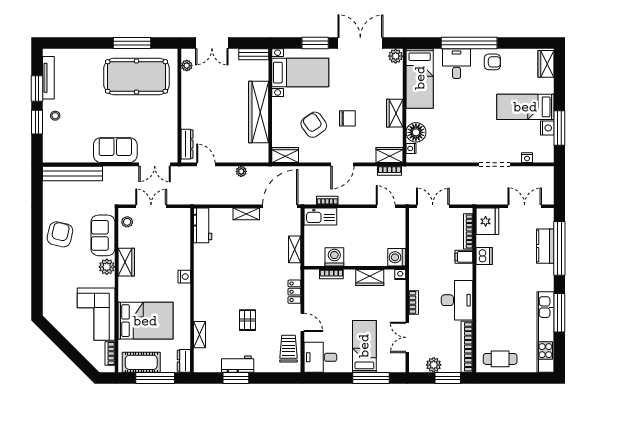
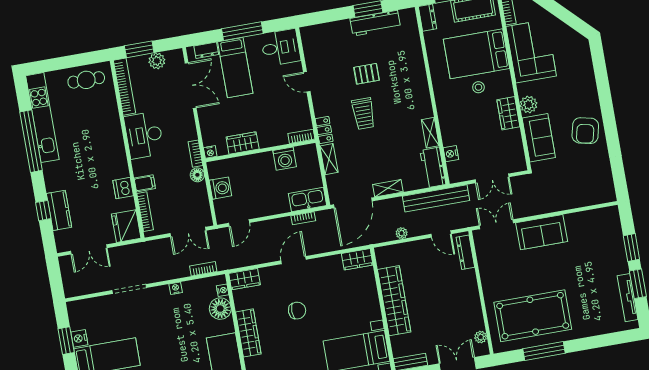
wardrobe: (395, 113) -> (248, 333), width x1.50
stool: (55, 116) -> (613, 258), removed
chair: (347, 118) -> (297, 311), turned 180
armchair: (314, 125) -> (332, 297), removed
window: (559, 128) -> (66, 341), width x0.69
nightstand: (527, 158) -> (176, 288), moved
bookcase: (390, 171) -> (203, 269), moved
bench: (72, 173) -> (436, 198), moved
door: (386, 206) -> (239, 223), hinge flipped
stool: (127, 222) -> (478, 87), moved
window: (559, 248) -> (43, 211), width x0.32
floor lamp: (415, 256) -> (197, 175), added
washing machine: (397, 257) -> (220, 188), moved
bookcase: (331, 274) -> (301, 136), moved
nightstand: (184, 277) -> (451, 154), moved
locker: (294, 292) -> (324, 130), moved
bookcase: (414, 302) -> (195, 154), moved
window: (559, 313) -> (31, 141), width x1.46
pallet: (247, 320) -> (367, 74), turned 90
shelving: (200, 335) -> (430, 133), moved
double door: (407, 337) -> (191, 86), width x1.37
trolley: (289, 349) -> (363, 114), moved
workbench: (238, 364) -> (375, 23), width x1.38
dresser: (388, 367) -> (206, 50), added
window: (371, 378) -> (242, 31), moved

